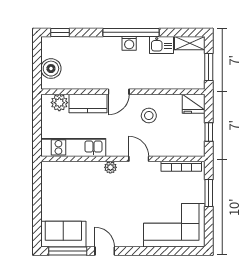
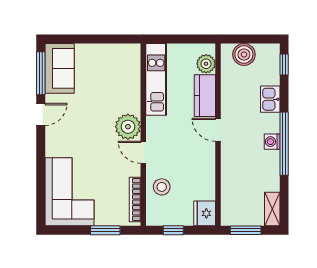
kitchen sink: (161, 45) -> (270, 99), moved
stool: (149, 116) -> (162, 187), moved
door: (139, 159) -> (143, 152), swing flipped
plant: (110, 167) -> (128, 127), width x1.88, depth x1.88

